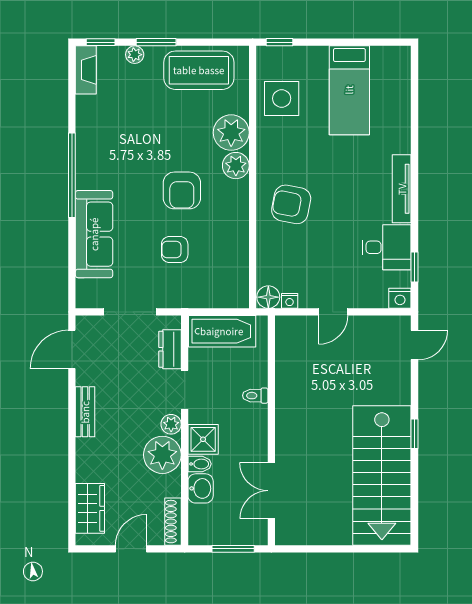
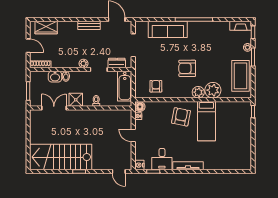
bed: (349, 90) -> (206, 121), moved, turned -90
side table: (282, 98) -> (228, 113), removed
armchair: (175, 250) -> (156, 86), moved
shower: (203, 439) -> (76, 100), moved
plant: (162, 455) -> (70, 60), removed

